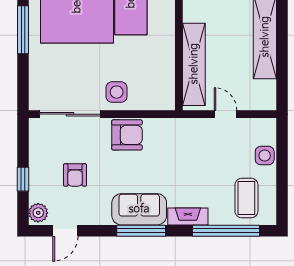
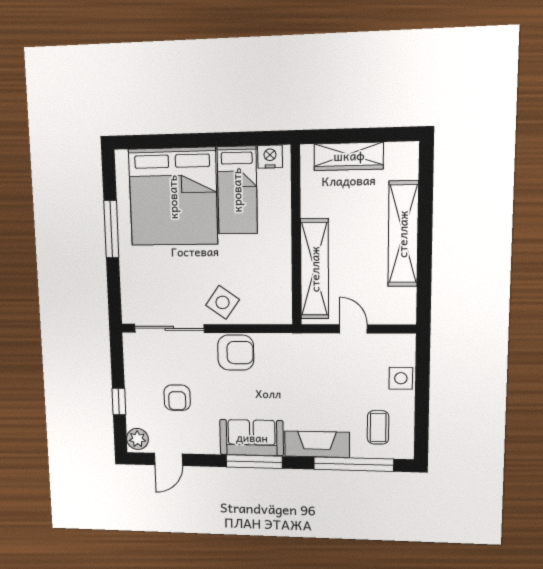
side table: (117, 92) -> (223, 302), turned 35
coffee table: (246, 198) -> (378, 427), width x0.73, depth x0.77
fireplace: (188, 217) -> (317, 444), width x1.37, depth x1.32

